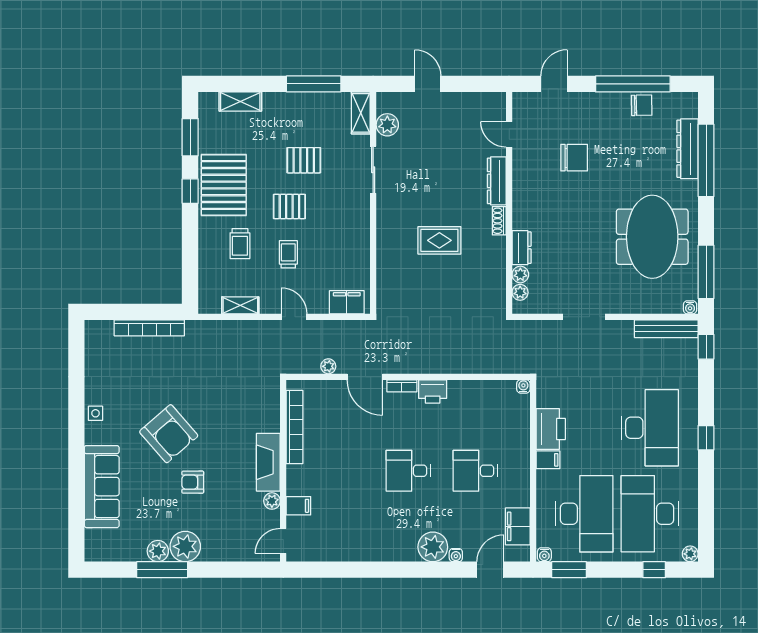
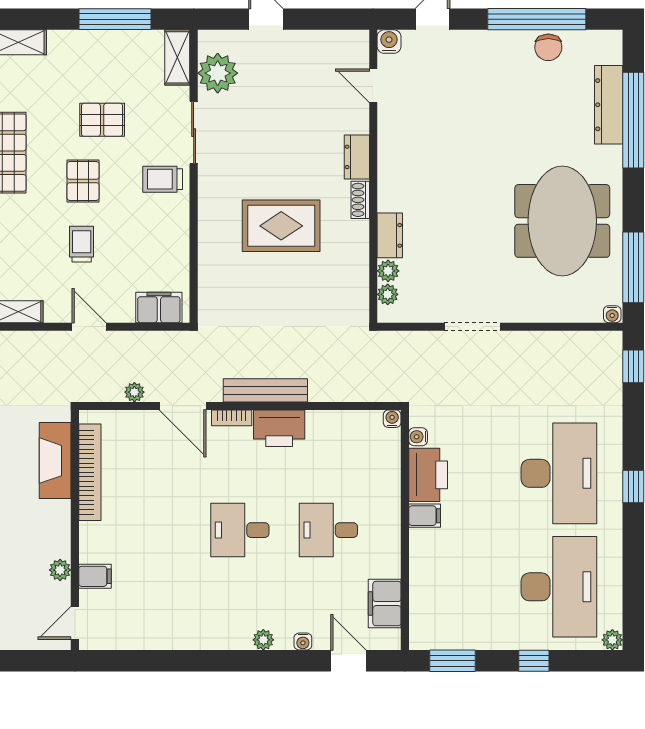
water cooler: (521, 101) -> (389, 42), added
chair: (642, 105) -> (548, 47), turned 91
plant: (387, 125) -> (218, 73), width x1.36, depth x1.36
chair: (574, 158) -> (459, 117), removed
dresser: (497, 181) -> (357, 157), width x0.70
pallet: (289, 206) -> (83, 181), turned 90
rug: (439, 240) -> (281, 226), width x1.36, depth x1.43
trolley: (240, 244) -> (163, 179), moved, turned 90
bench: (666, 329) -> (265, 390), moved
printer: (433, 391) -> (279, 428), width x1.37, depth x1.19
fireplace: (268, 462) -> (55, 461), moved
desk: (584, 514) -> (473, 587), removed
desk: (650, 514) -> (559, 587), turned 180
plant: (433, 547) -> (263, 640), width x0.53, depth x0.53
water cooler: (544, 555) -> (418, 437), moved, turned 90
door: (490, 570) -> (348, 661), hinge flipped
window: (654, 570) -> (534, 661), moved

